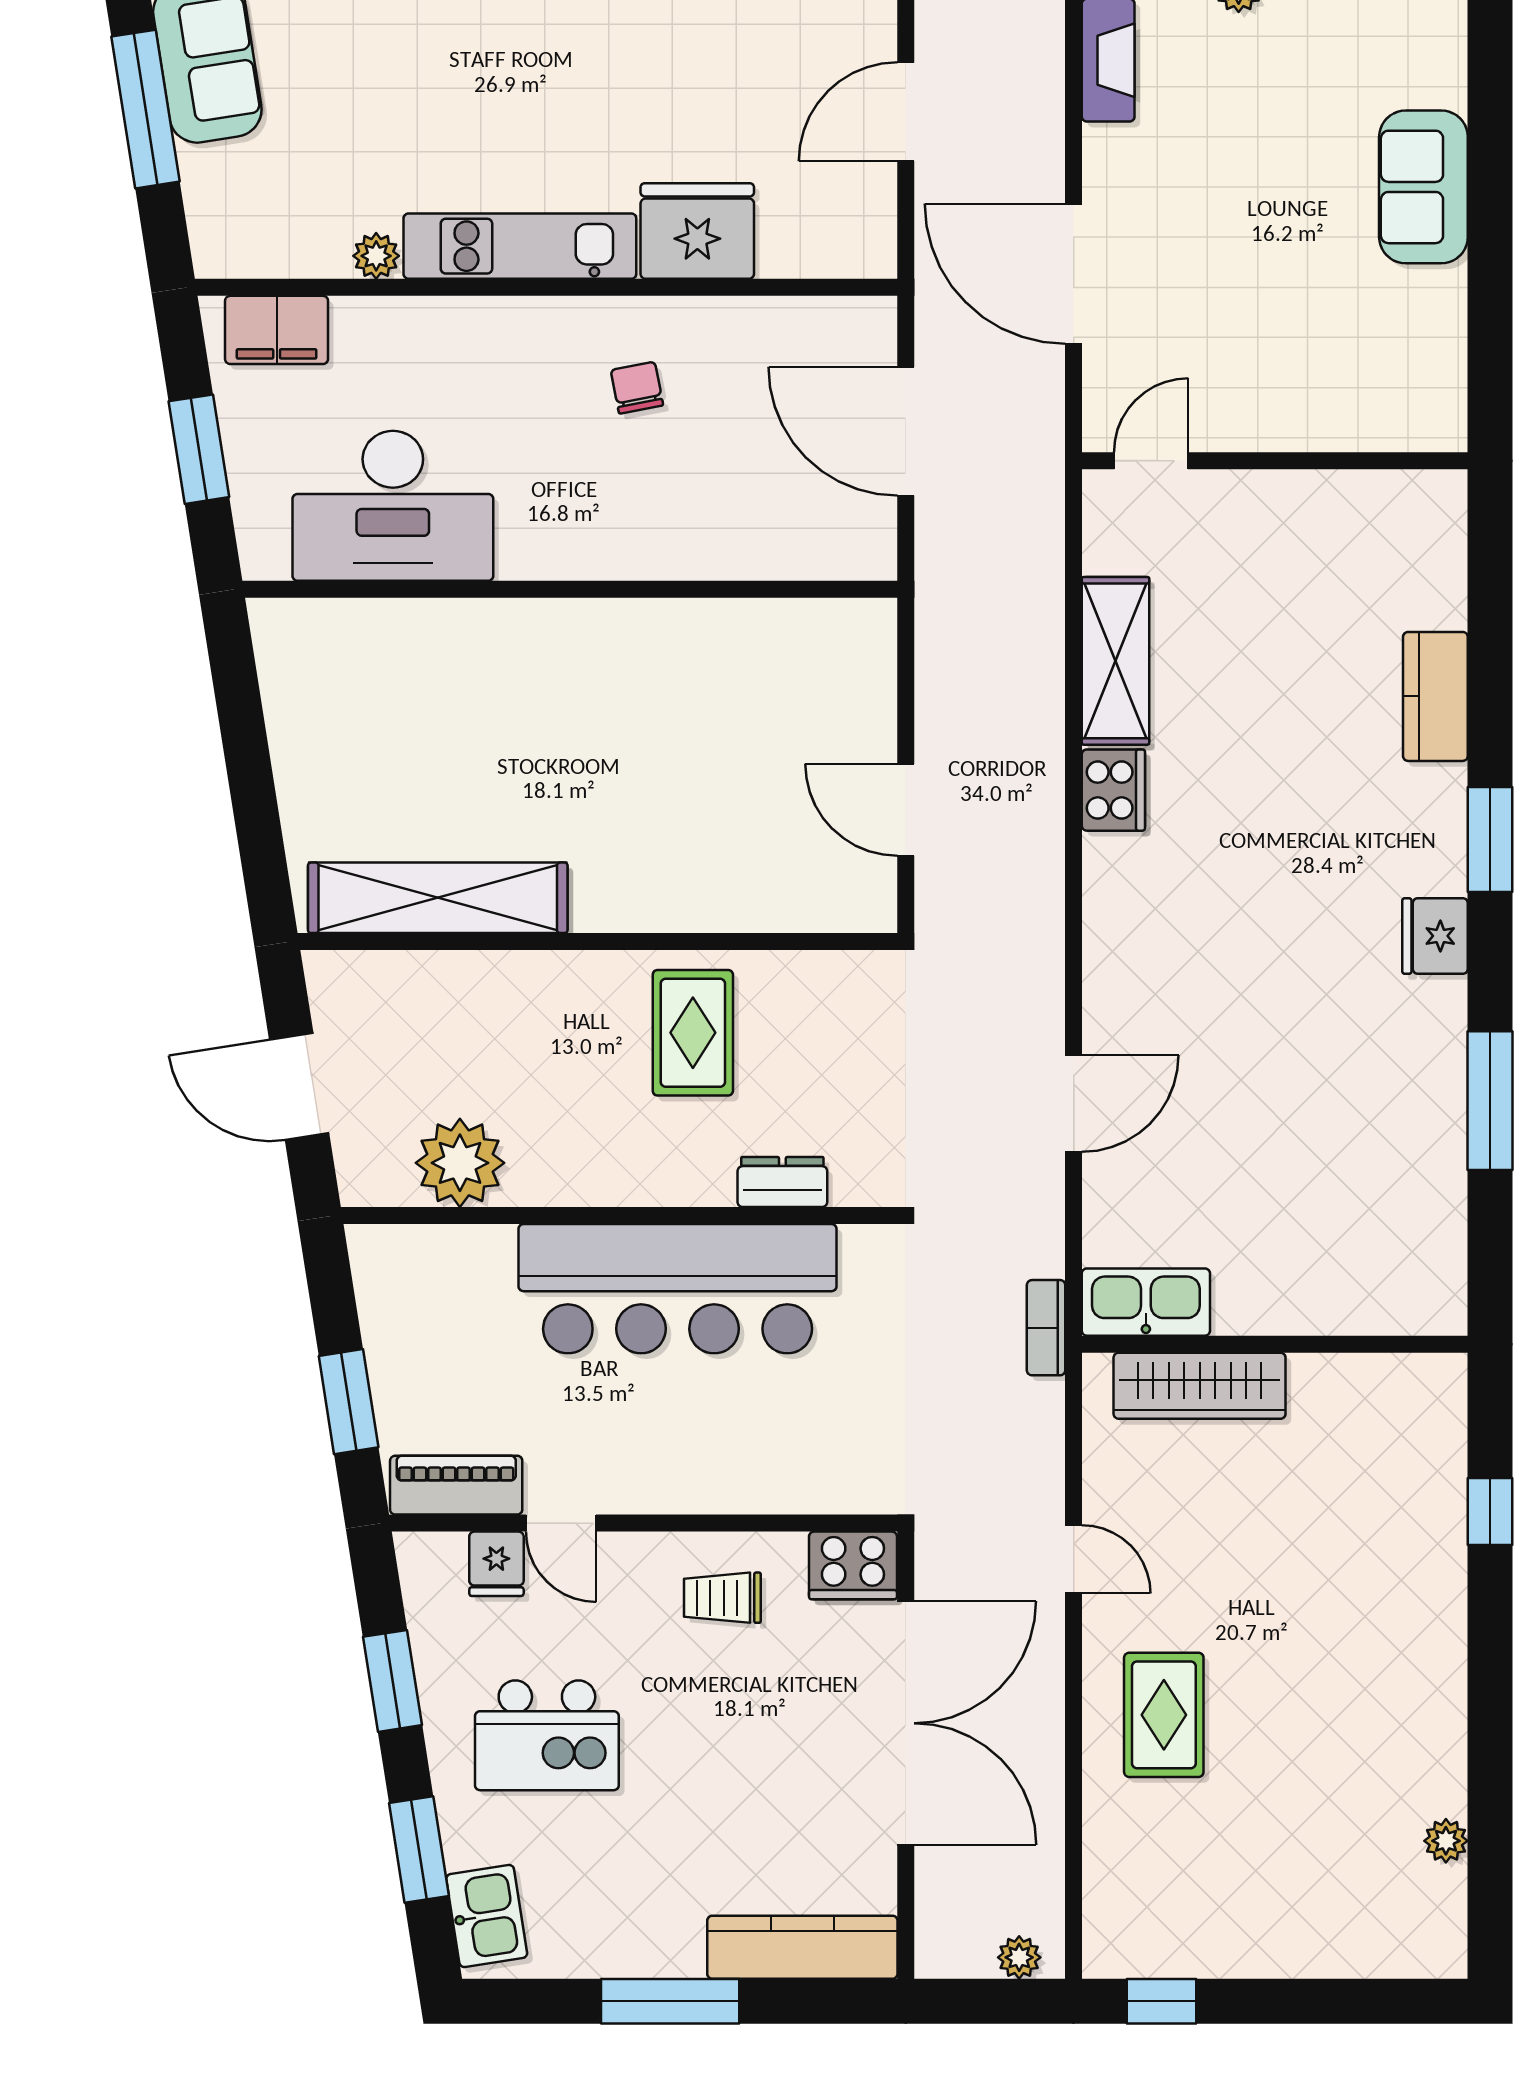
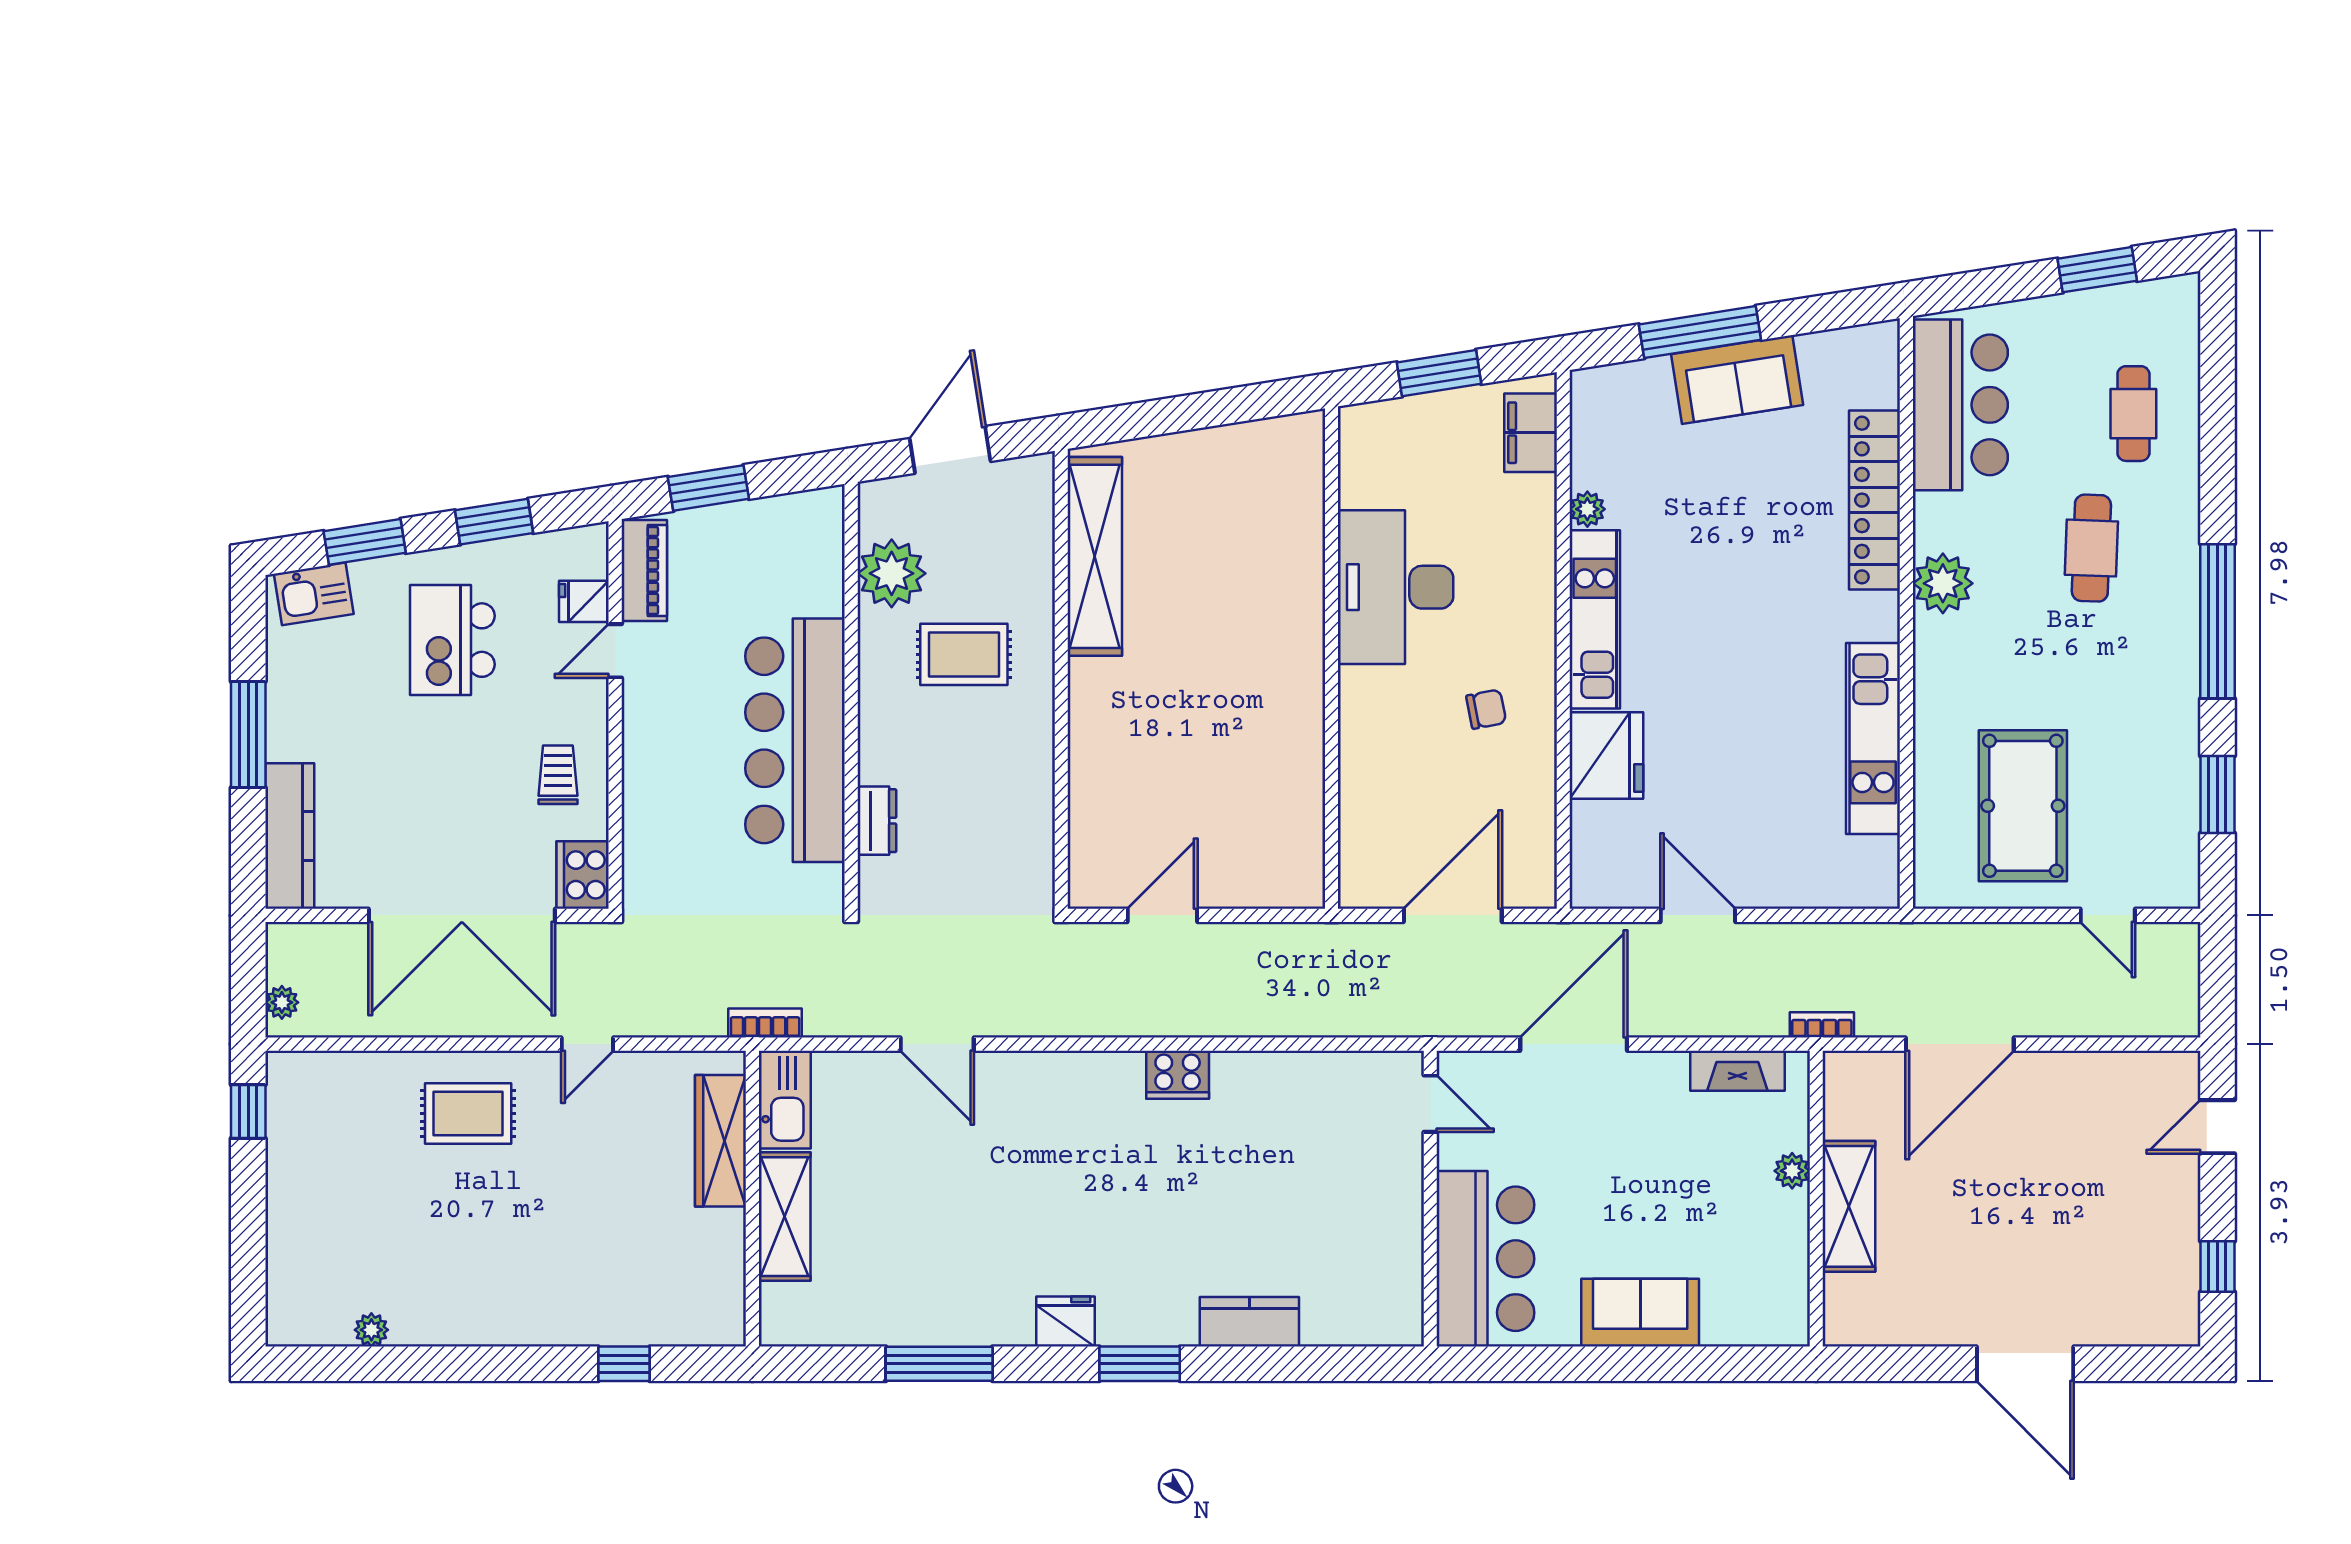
bar counter: (1353, 389) -> (1485, 1259), added
desk: (393, 506) -> (1396, 587), moved
shelving: (1116, 661) -> (785, 1217), moved, turned 90
rug: (693, 1033) -> (964, 654), moved

